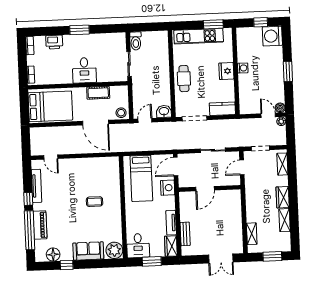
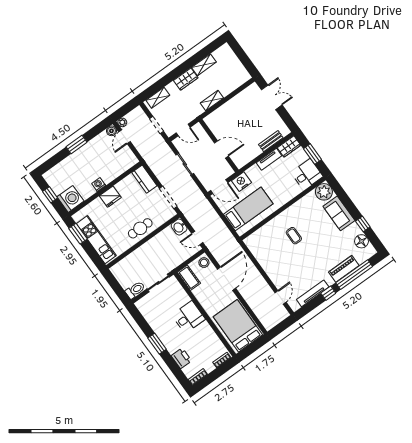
washing machine: (272, 36) -> (70, 199), moved, turned -90
cot: (98, 93) -> (189, 278), moved
shelving: (252, 234) -> (212, 101), moved
window: (272, 256) -> (241, 55), removed

